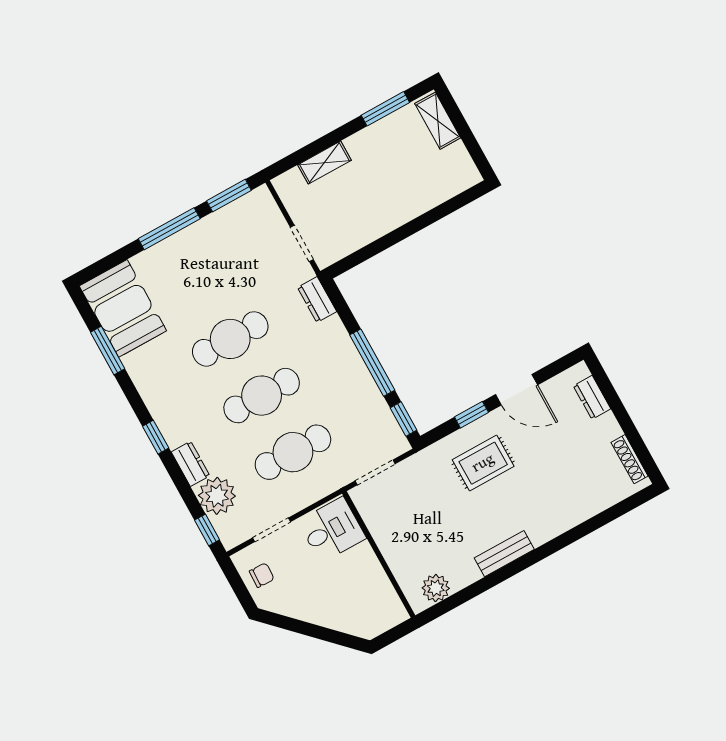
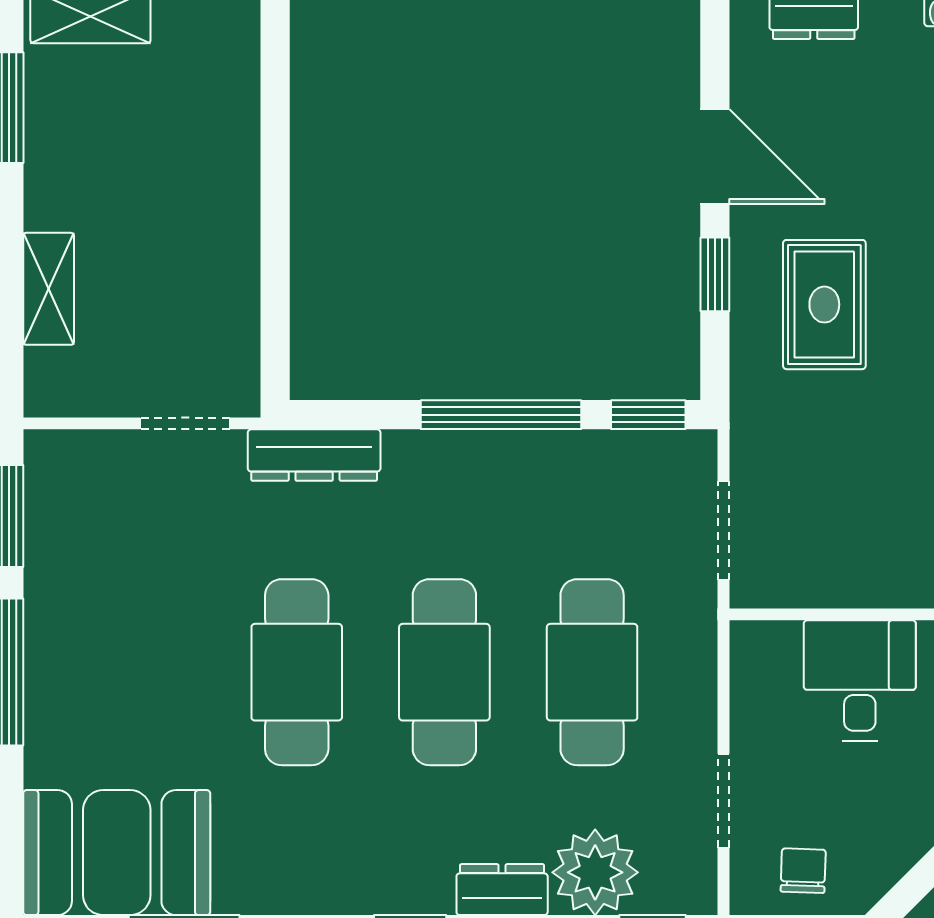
dresser: (317, 300) -> (314, 455), width x1.44
door: (517, 390) -> (715, 157), hinge flipped
desk: (332, 530) -> (860, 680), moved

